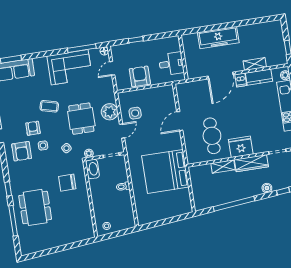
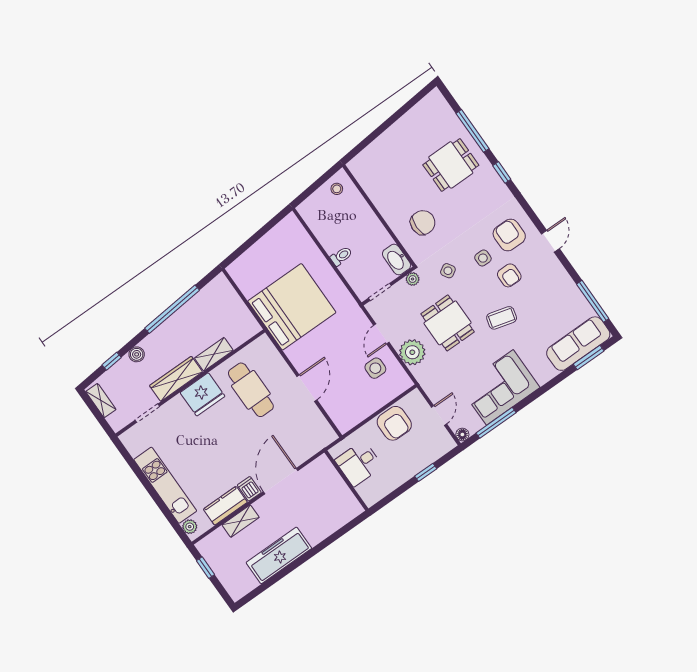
freezer: (218, 38) -> (279, 555), moved
dining table: (35, 207) -> (451, 165), width x0.73

